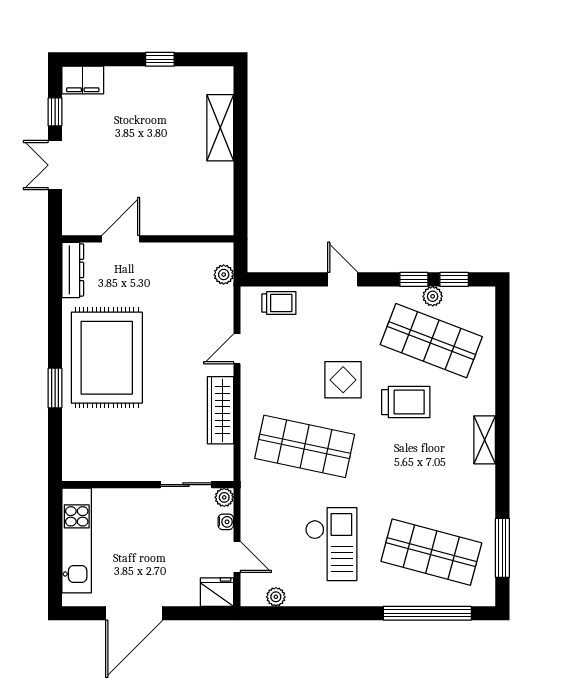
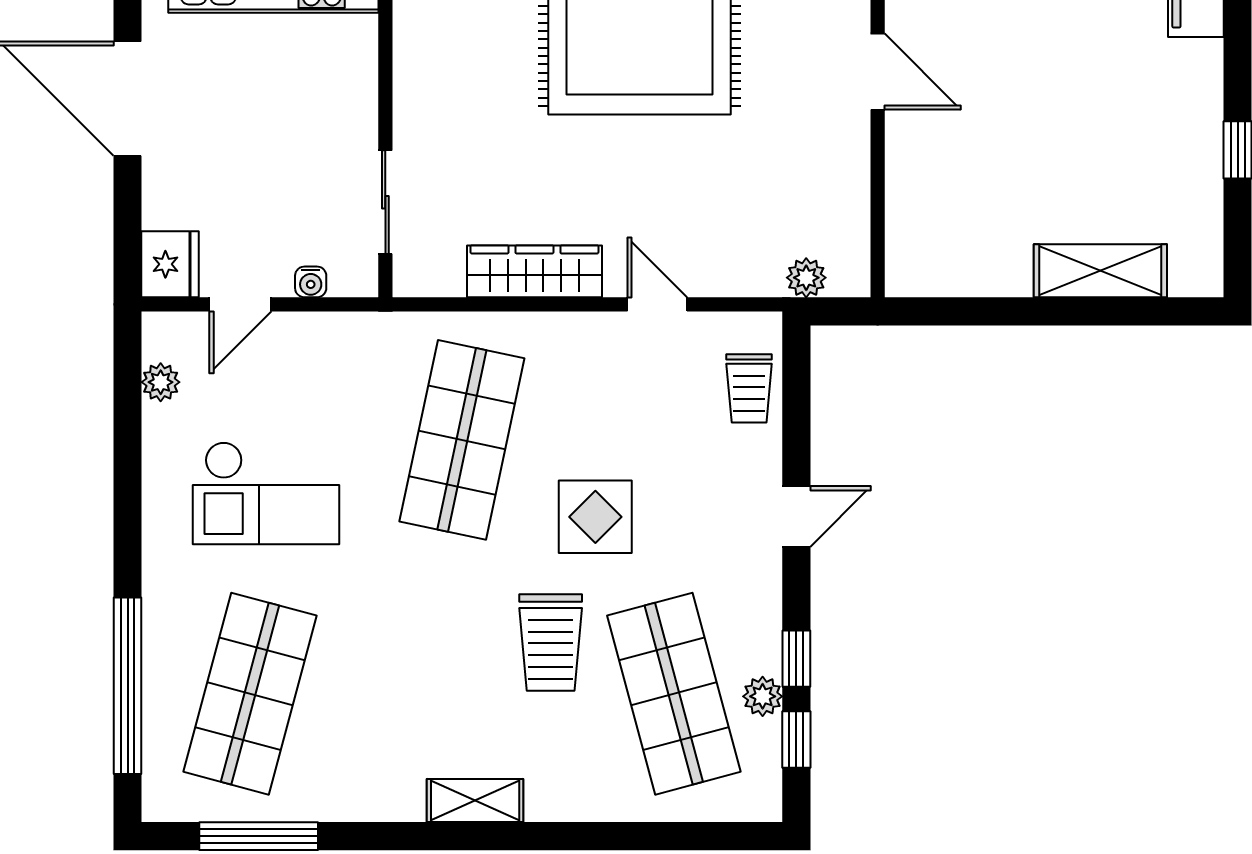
shop shelf: (431, 341) -> (674, 694), turned -36
plant: (224, 497) -> (360, 279), removed

